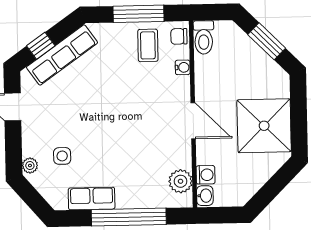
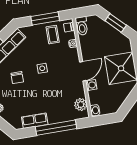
chair: (71, 115) -> (17, 78), added
door: (193, 121) -> (83, 71), hinge flipped
side table: (62, 156) -> (42, 68), moved
washing machine: (206, 175) -> (91, 85), moved

